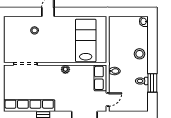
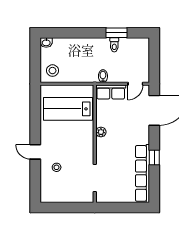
stool: (140, 54) -> (52, 71), moved
door: (108, 99) -> (135, 84), swing flipped

